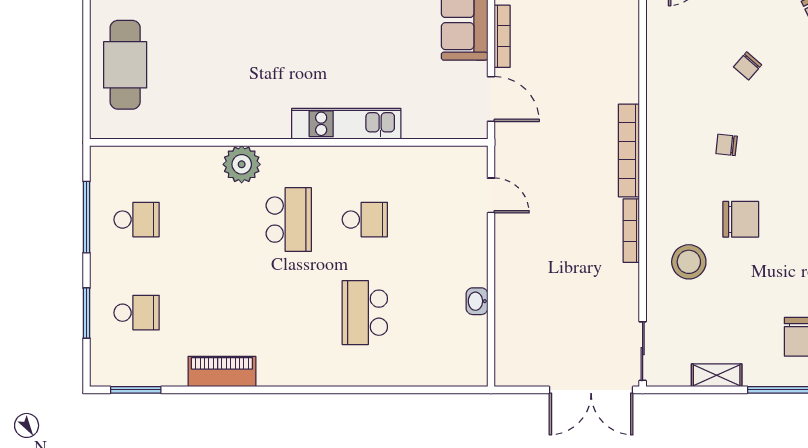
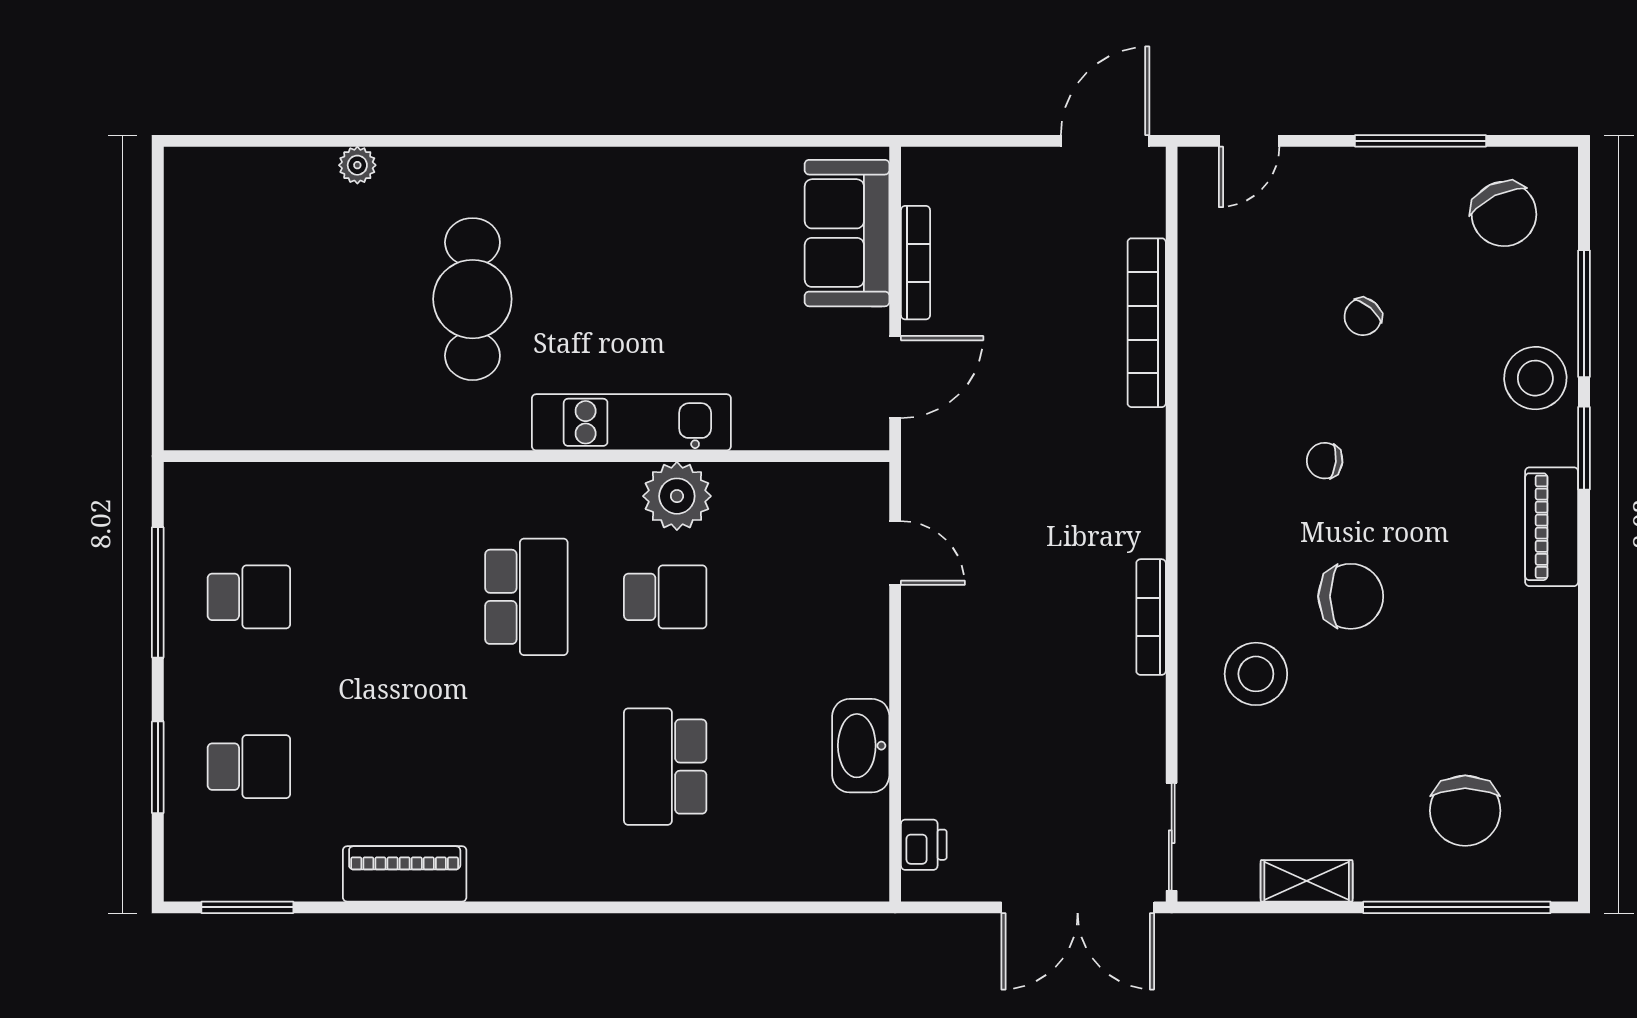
cafe table: (125, 65) -> (472, 299), moved
door: (491, 99) -> (895, 377), hinge flipped
bookcase: (629, 150) -> (1147, 323), moved
plant: (242, 164) -> (677, 496), moved
washbasin: (477, 301) -> (861, 746), width x1.91, depth x1.45
printer: (507, 355) -> (924, 845), added

